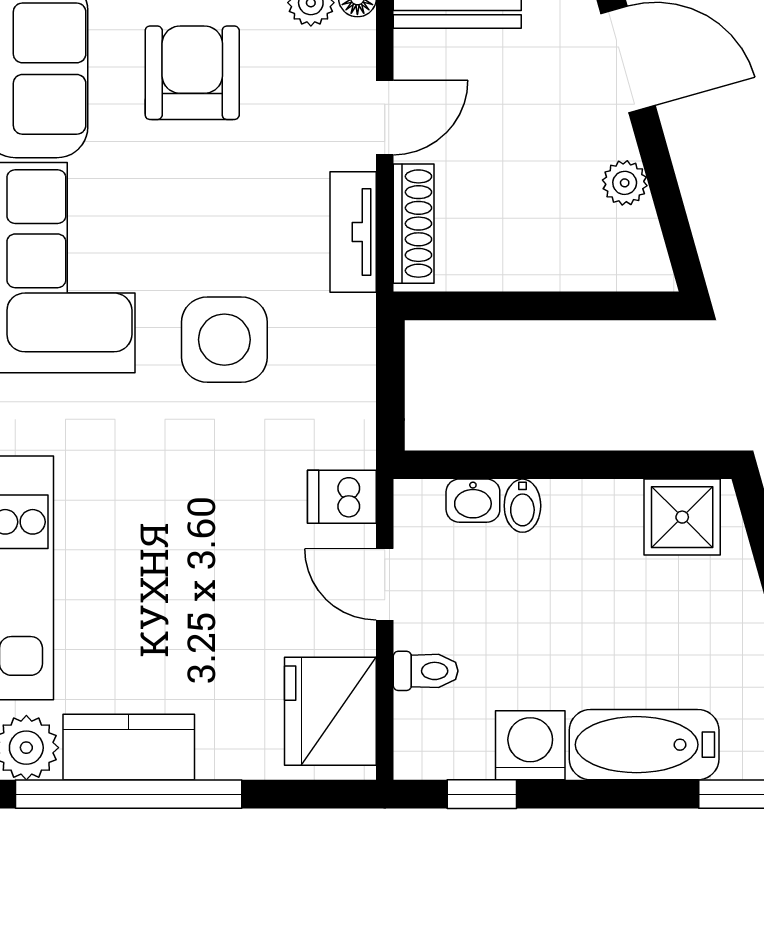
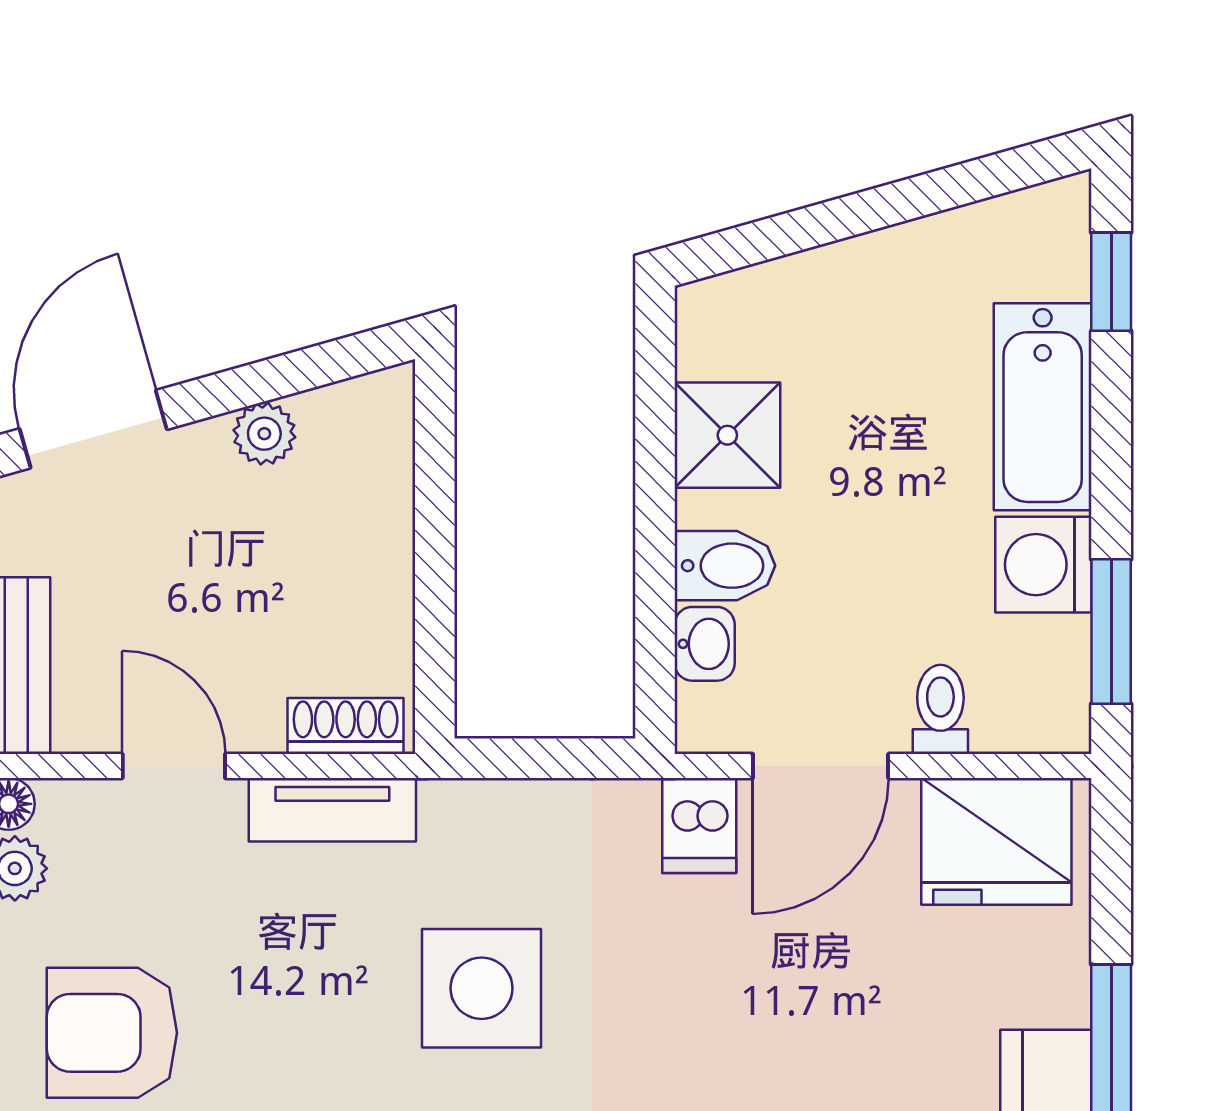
shoe rack: (414, 224) -> (346, 726), width x0.70
bidet: (522, 506) -> (725, 566), width x1.38, depth x1.36
shower: (682, 517) -> (727, 435), moved
door: (385, 584) -> (821, 766), width x1.38
window: (482, 794) -> (1111, 632), width x1.50

